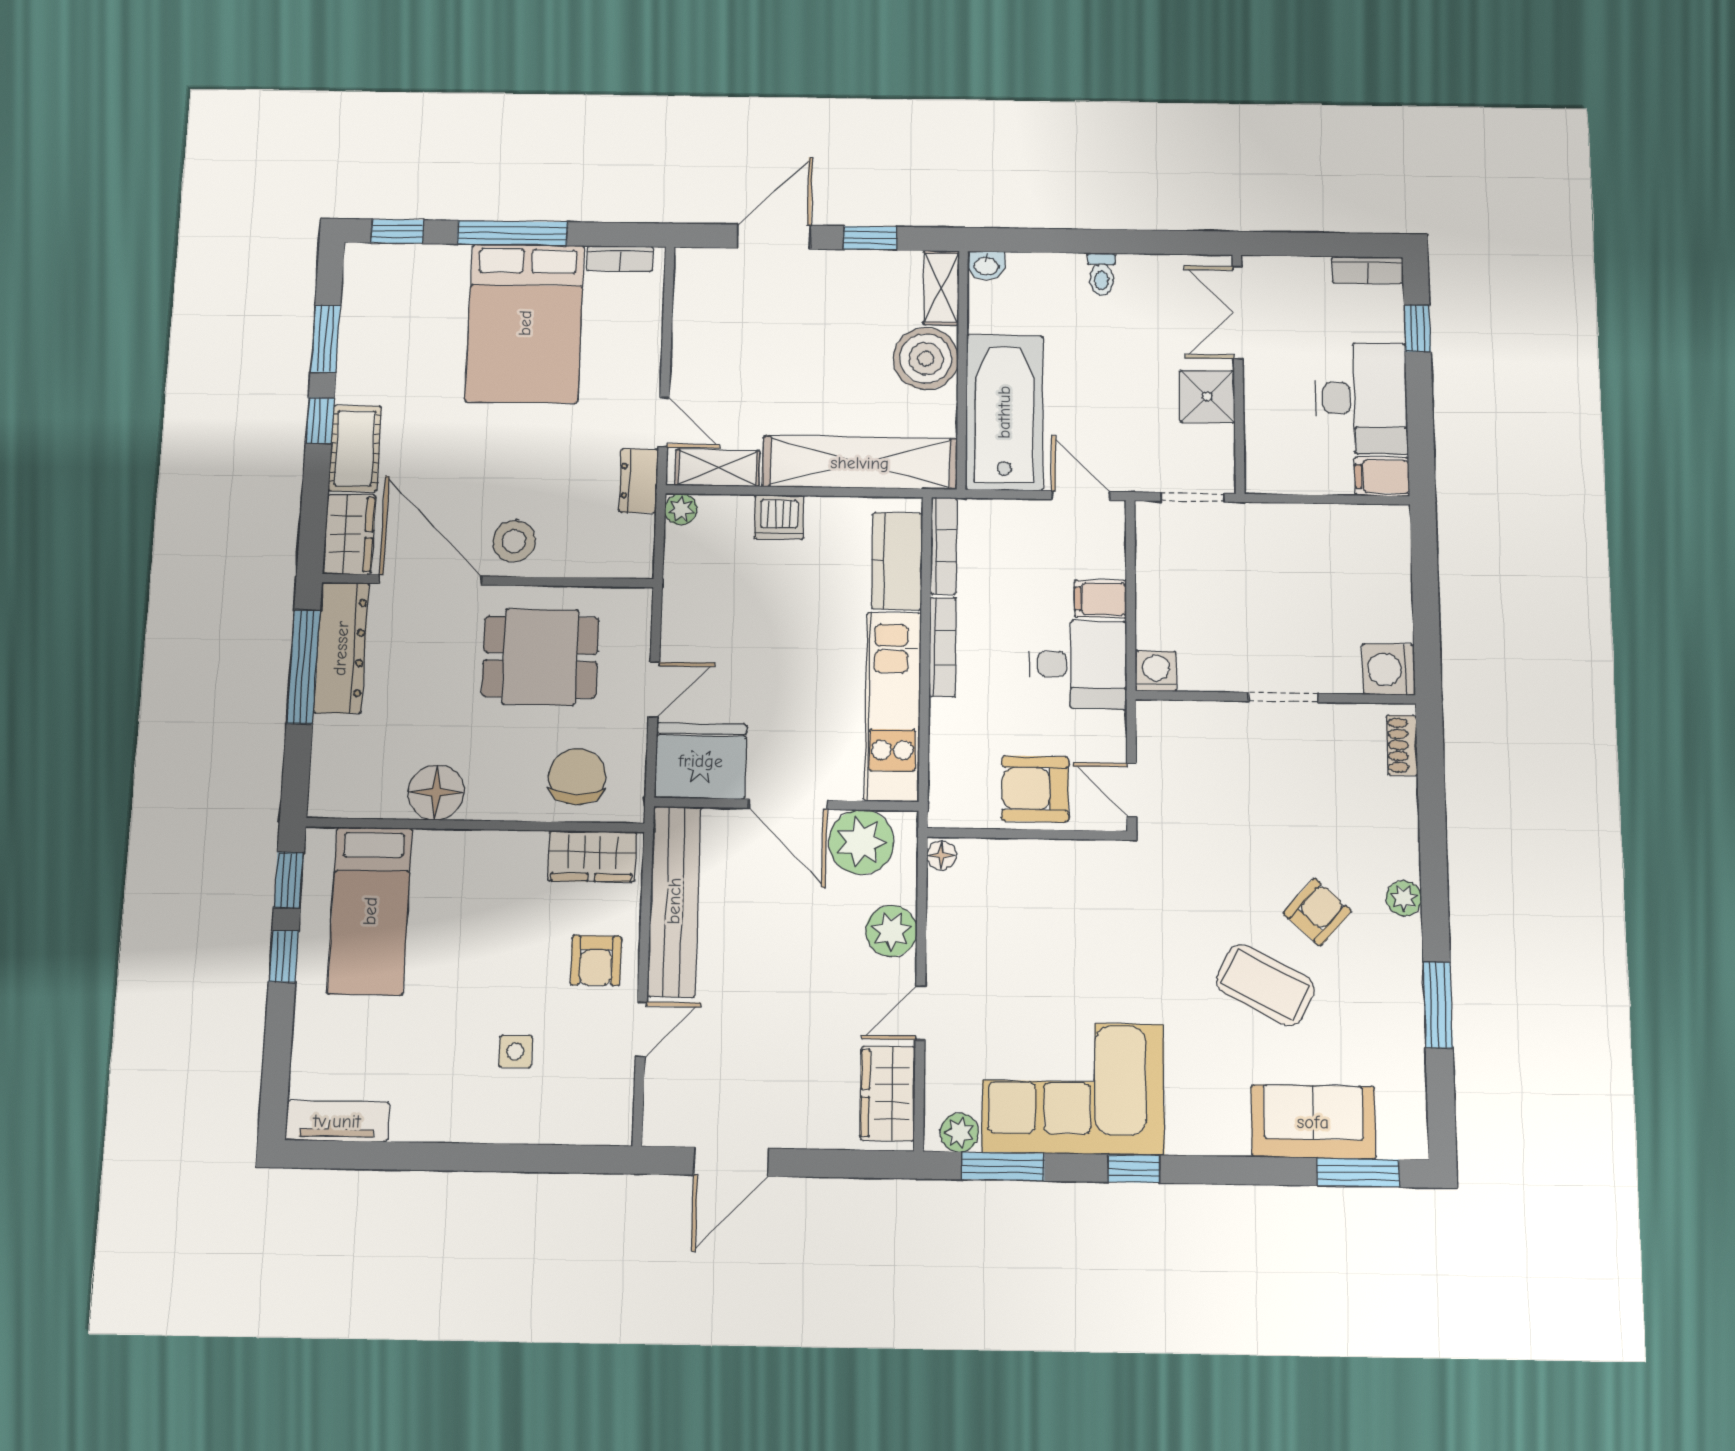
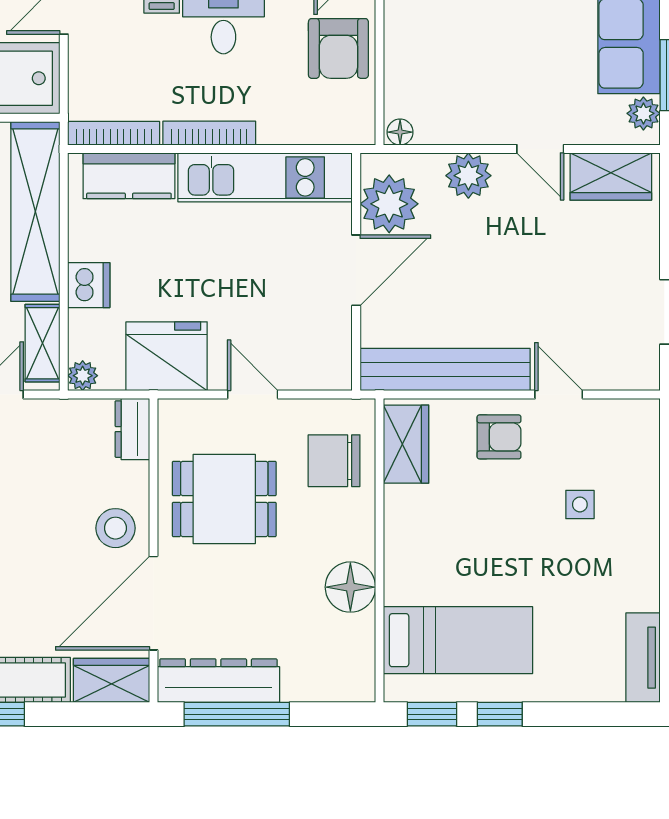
dresser: (639, 481) -> (132, 429), moved, turned 90
dining table: (540, 657) -> (224, 499), turned 90
fridge: (701, 761) -> (167, 356), moved, turned 90

